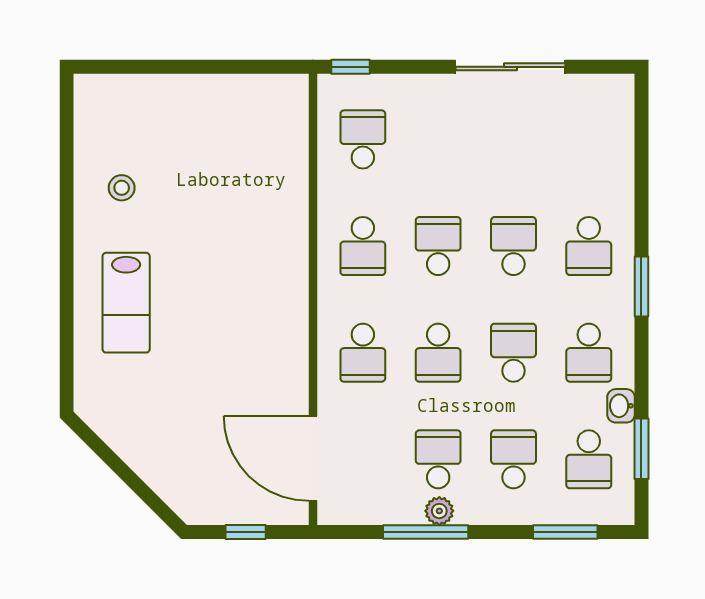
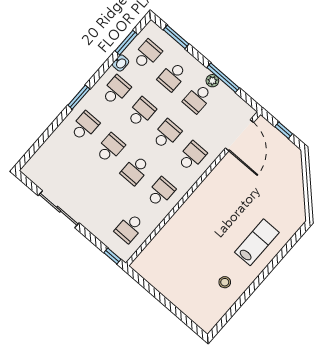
school desk: (513, 246) -> (110, 148), turned 180
school desk: (513, 353) -> (141, 112), turned 180

